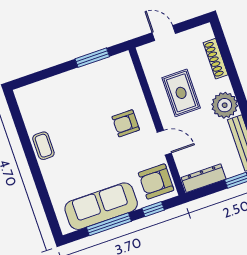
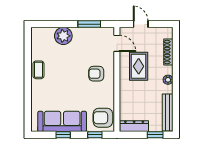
plant: (62, 87) -> (63, 36), added
plant: (225, 105) -> (168, 80), width x0.53, depth x0.53
door: (164, 143) -> (117, 43), moved
window: (109, 224) -> (63, 135), width x0.46

